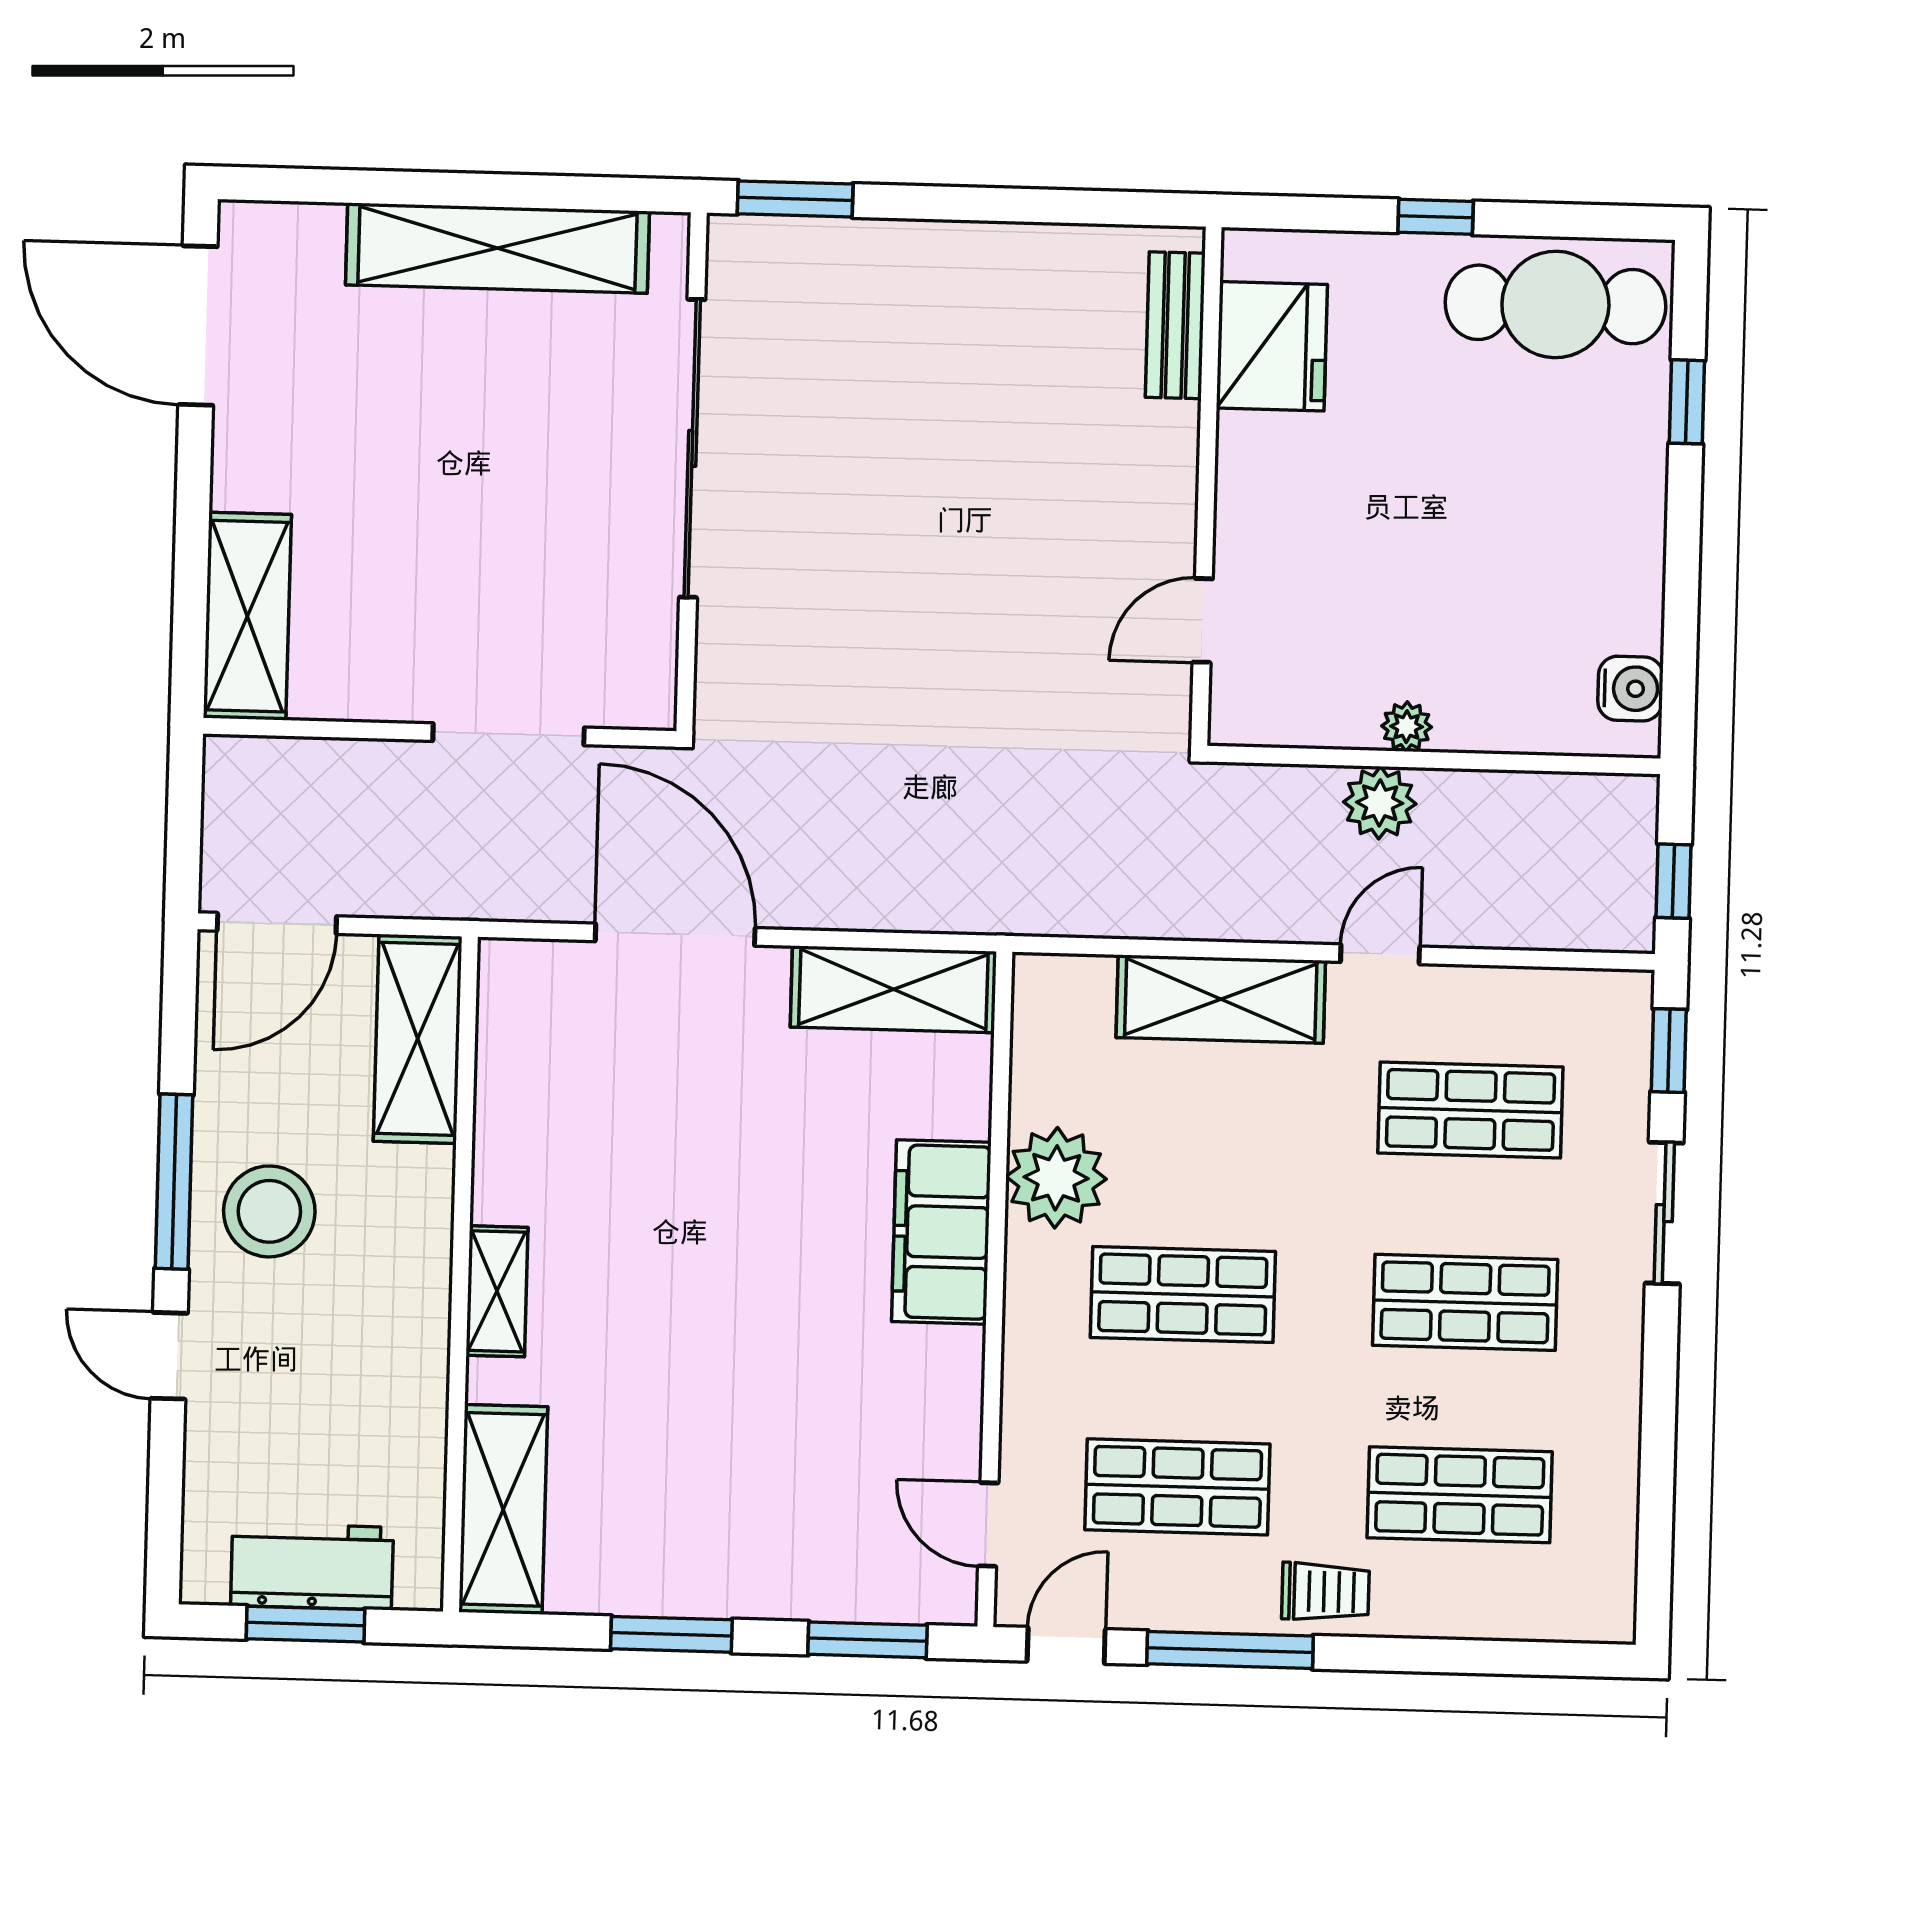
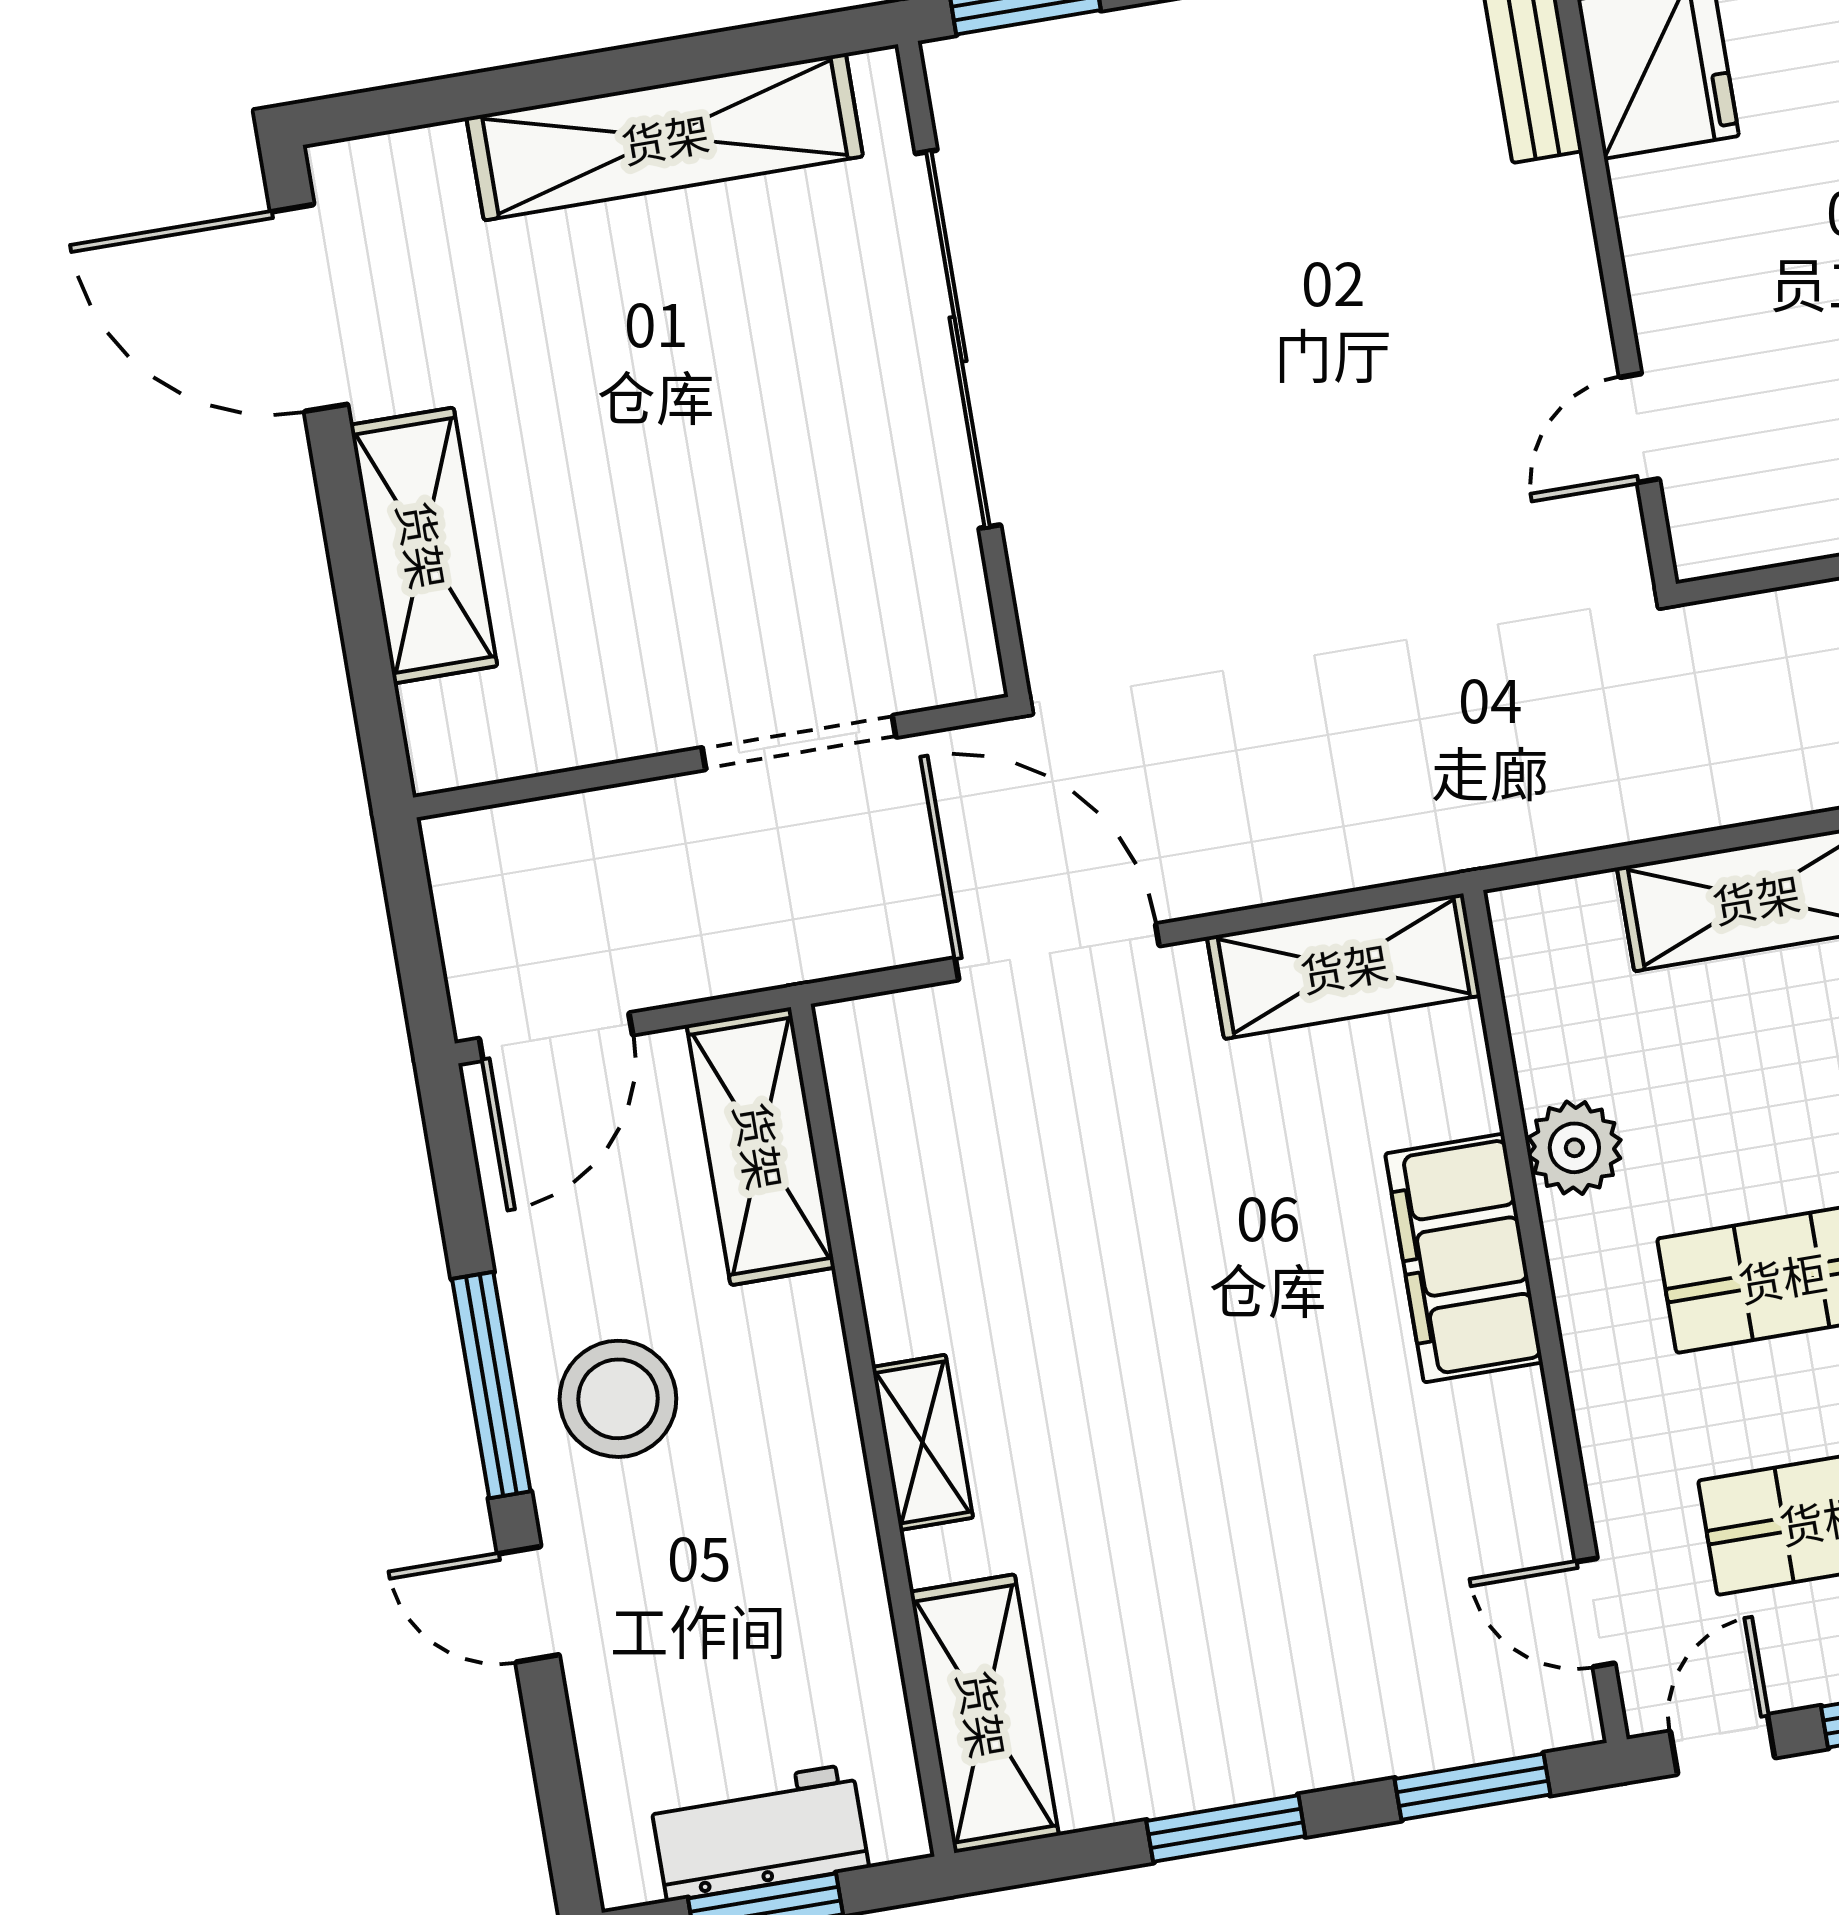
shelving: (247, 616) -> (424, 545), moved
plant: (1056, 1178) -> (1574, 1148), width x0.73, depth x0.73

